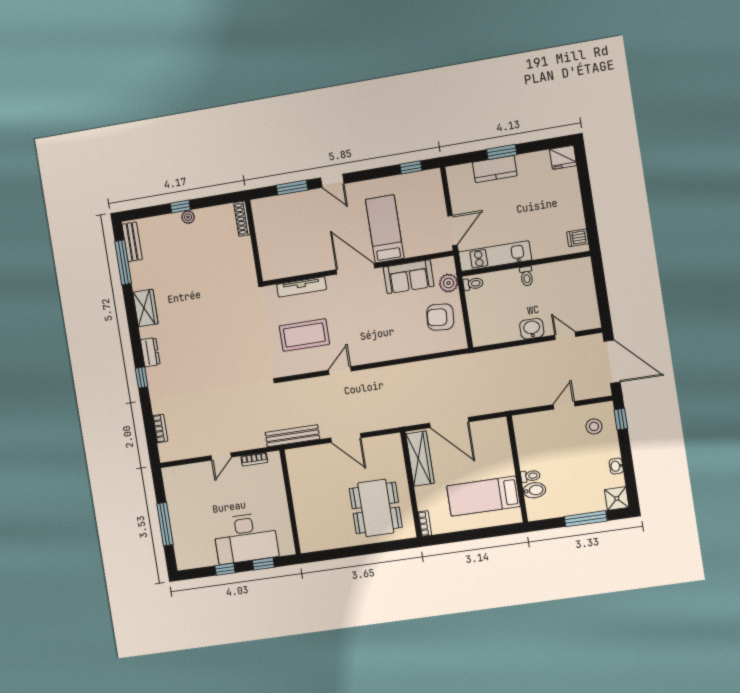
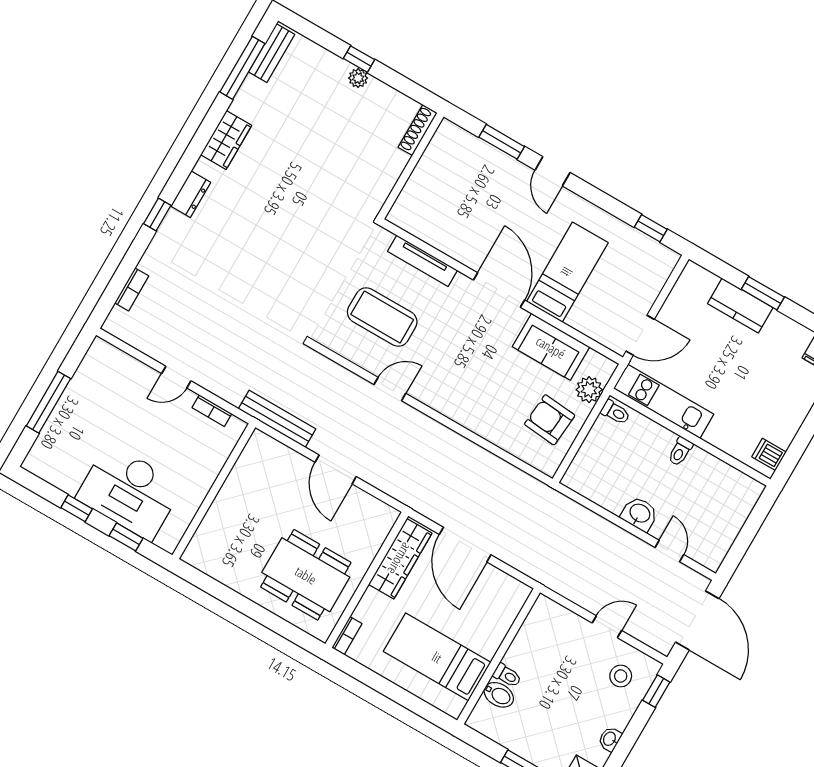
dining table: (376, 508) -> (306, 575), turned 90

